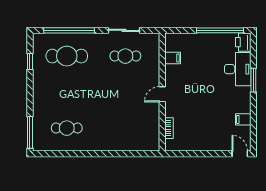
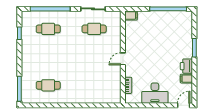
printer: (243, 42) -> (186, 66), moved
cafe table: (67, 56) -> (48, 29), width x0.73, depth x0.74
filing cabinet: (173, 58) -> (131, 15), moved
desk: (238, 69) -> (155, 93), moved, turned 90
door: (240, 154) -> (184, 105), hinge flipped

